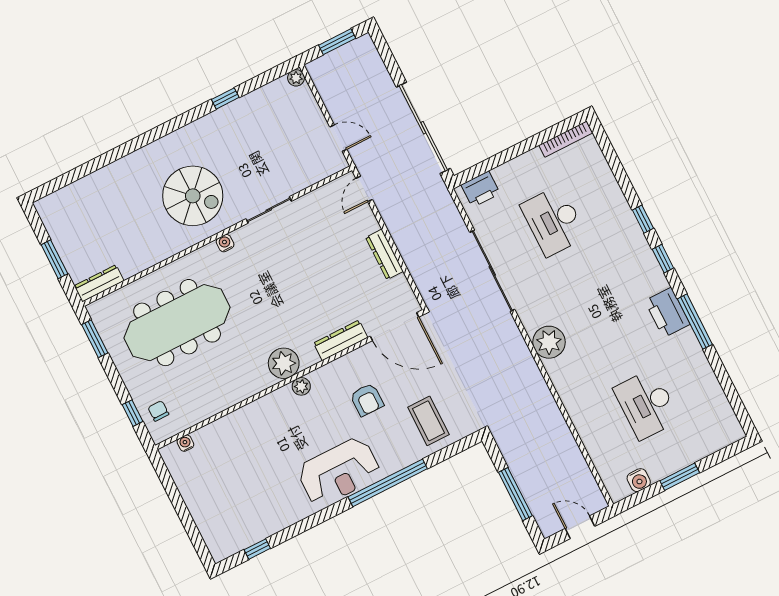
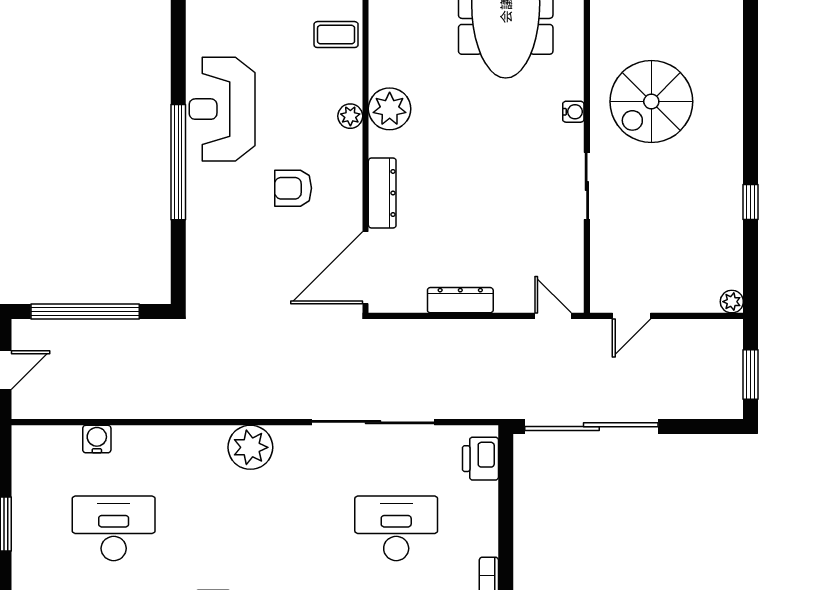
coffee table: (428, 421) -> (336, 35), moved, width x0.73, depth x0.77
water cooler: (639, 480) -> (97, 439), moved, turned 90
window: (515, 494) -> (85, 312), width x1.46

